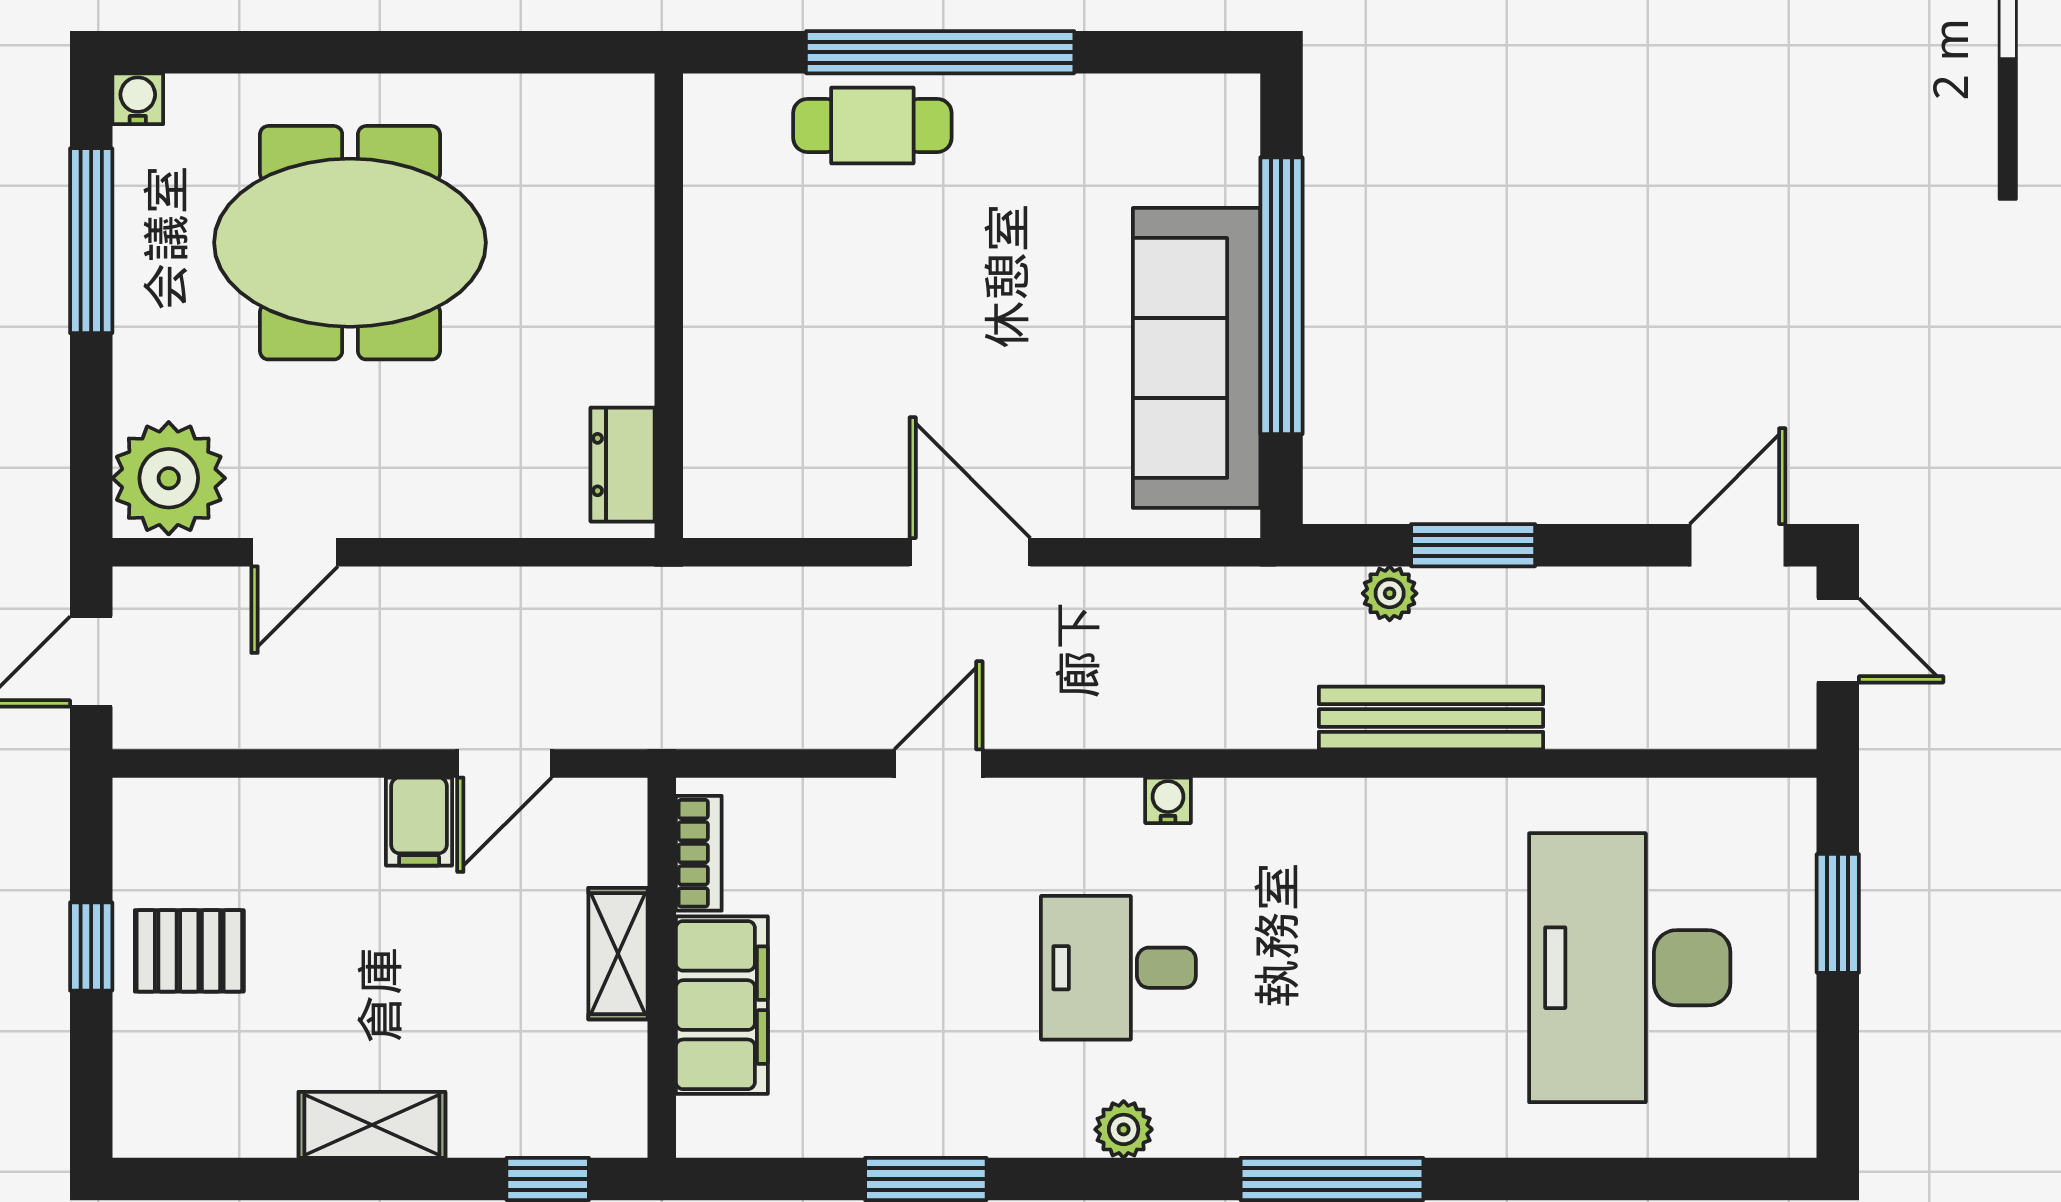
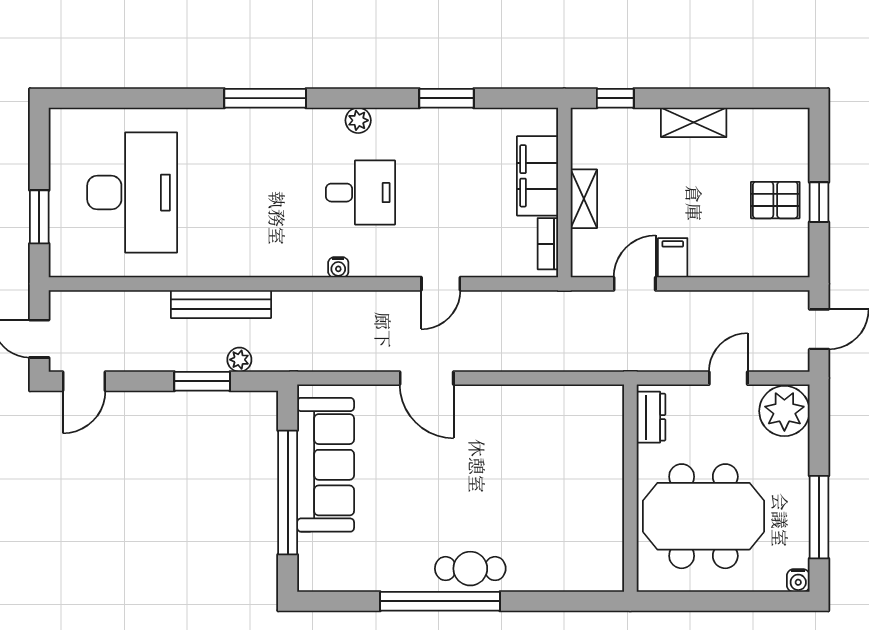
wall: (669, 306) -> (630, 488), moved
dresser: (623, 465) -> (651, 417), moved

